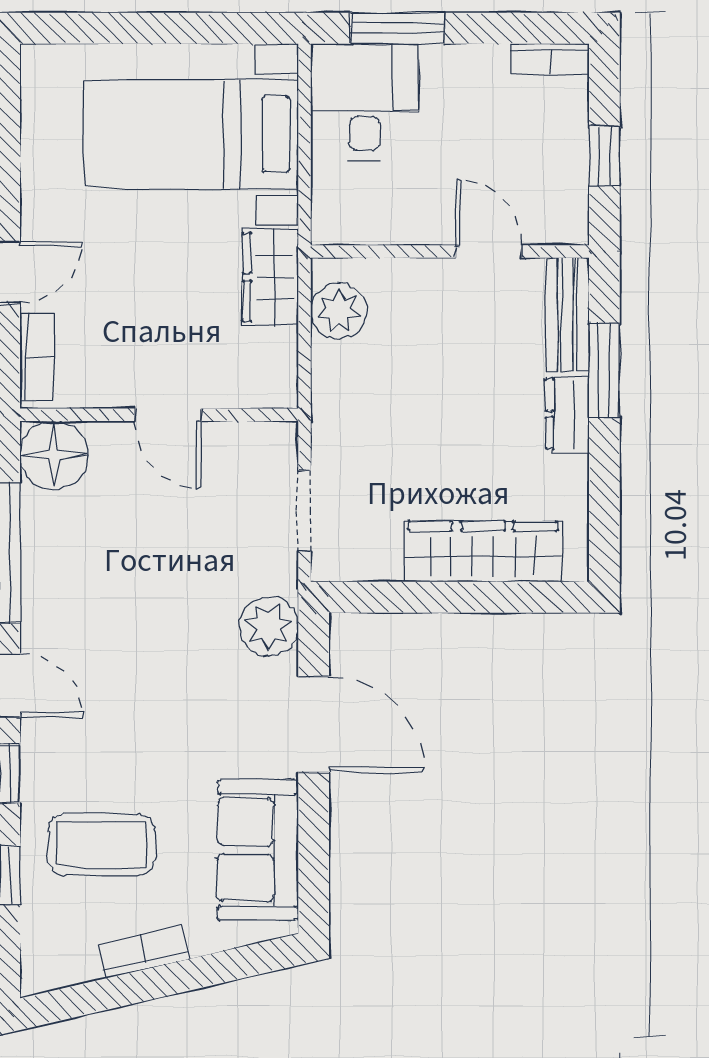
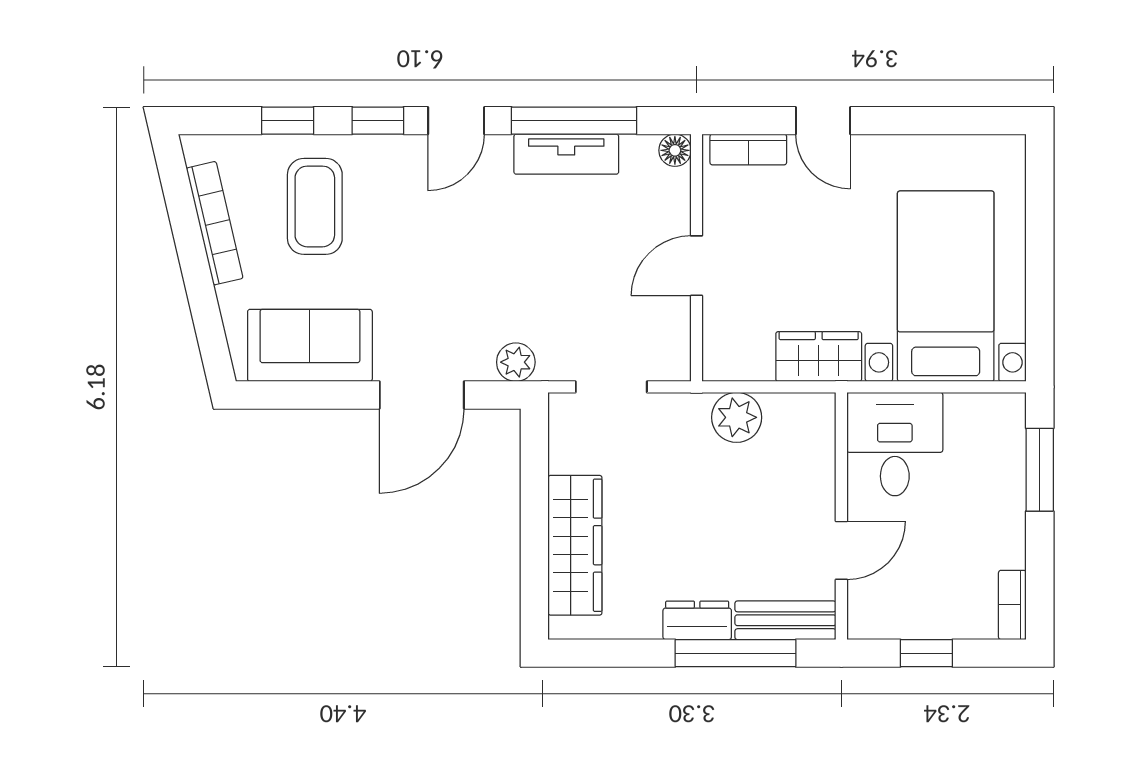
desk: (365, 102) -> (895, 444), moved, turned -90
plant: (339, 311) -> (737, 417), moved
window: (604, 371) -> (736, 653), width x1.44
floor lamp: (54, 455) -> (675, 150), width x0.53, depth x0.53
tv unit: (43, 561) -> (566, 154), added
plant: (269, 626) -> (516, 362), width x0.73, depth x0.73
bookcase: (144, 952) -> (215, 223), width x1.56

